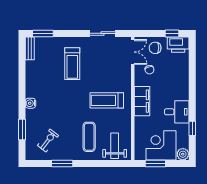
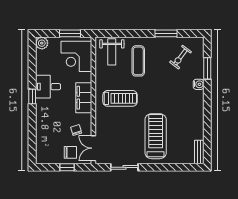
window: (43, 33) -> (186, 167), removed
window: (172, 33) -> (67, 167), moved
printer: (178, 45) -> (47, 156), removed
treadmill: (72, 64) -> (156, 136), width x1.37, depth x1.38
water cooler: (30, 103) -> (199, 84), moved
window: (192, 128) -> (32, 97), moved
corner desk: (161, 145) -> (76, 56), moved, turned 90

